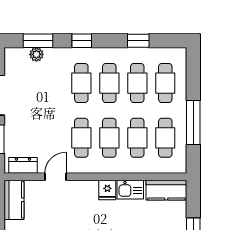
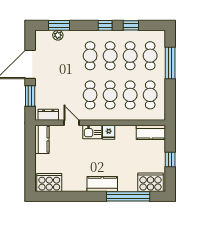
window: (82, 41) -> (105, 25), moved
window: (193, 122) -> (170, 63), moved
door: (56, 177) -> (72, 123), hinge flipped
kitchen sink: (130, 190) -> (92, 132), moved

